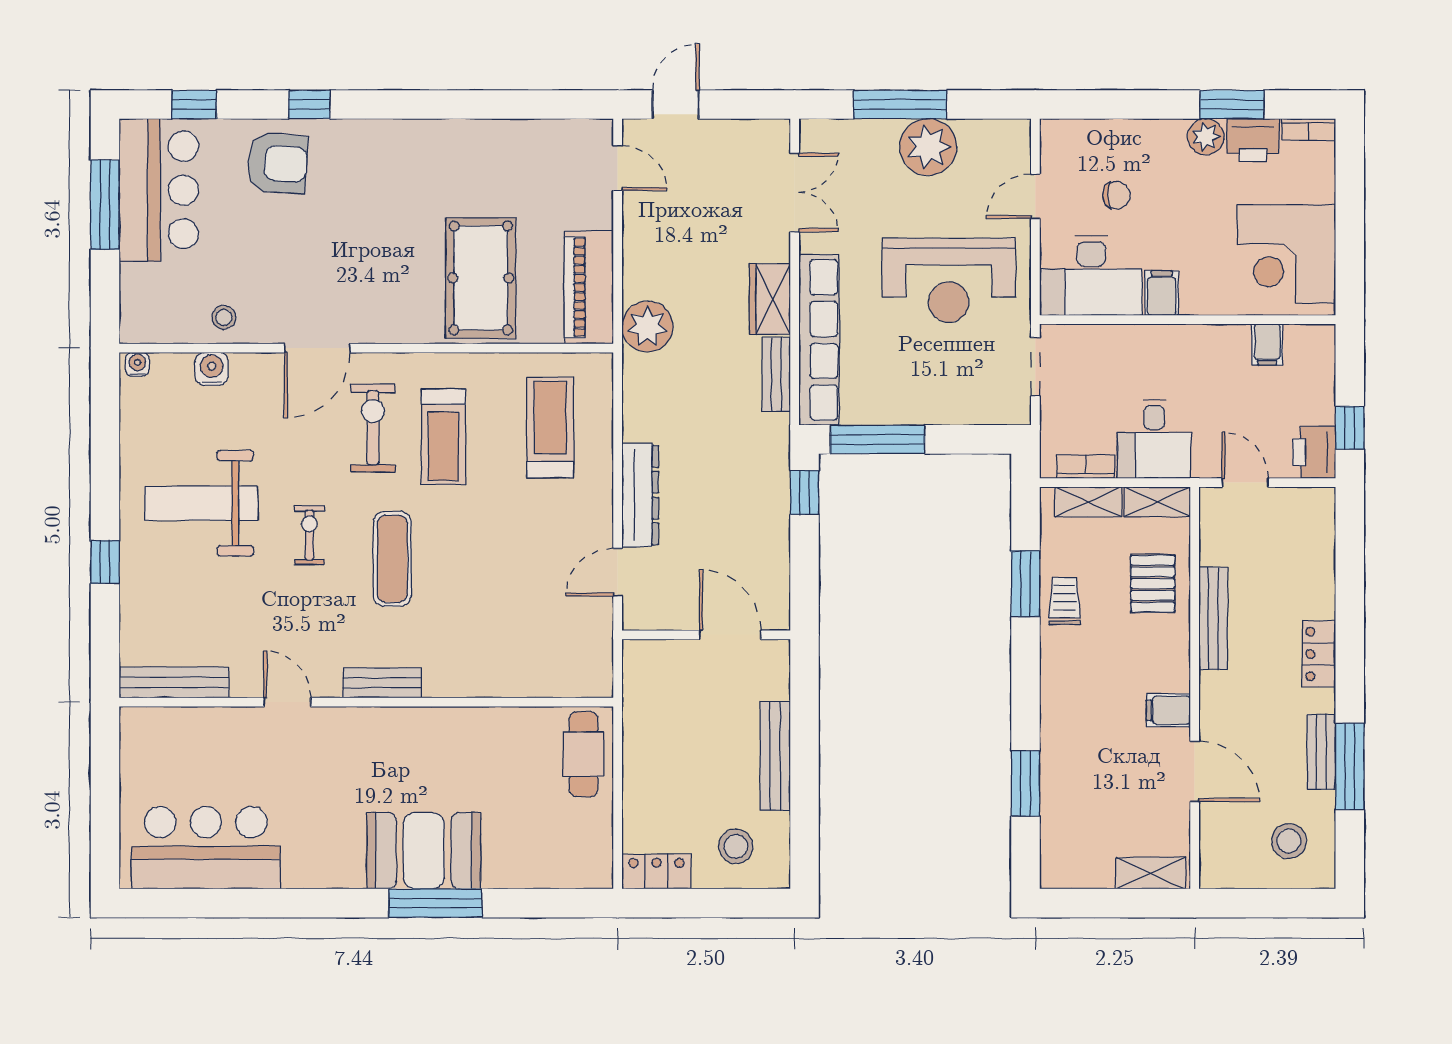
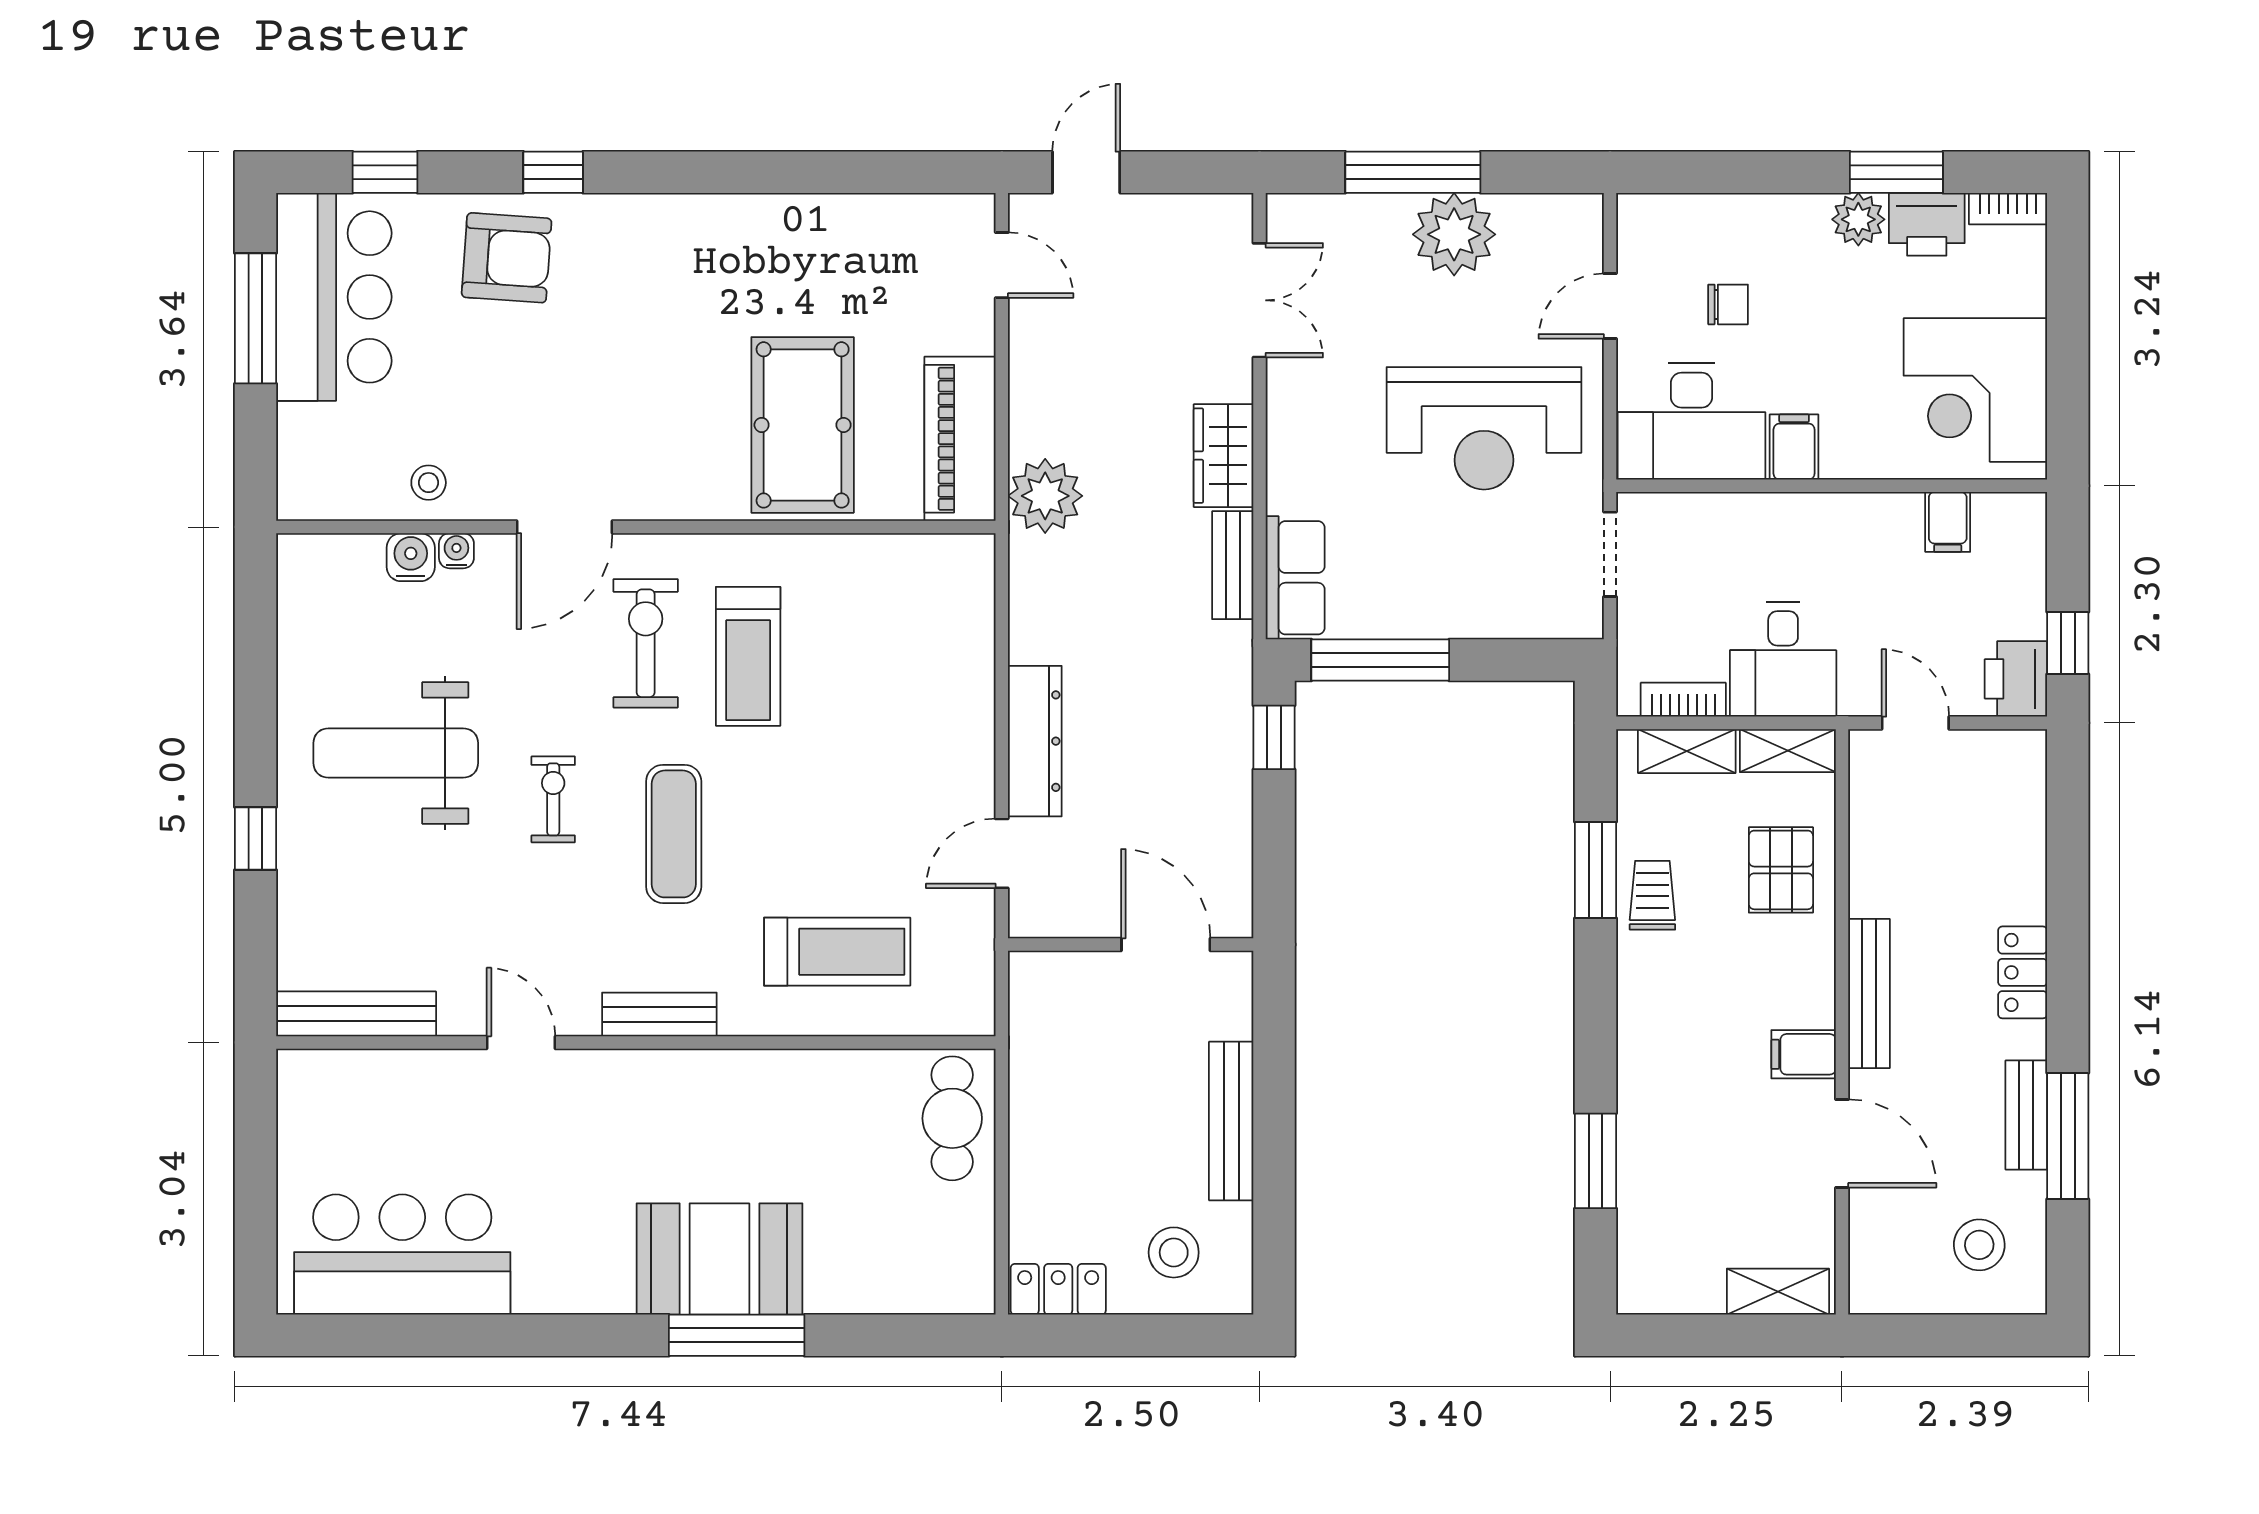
row of seats: (819, 340) -> (1295, 578), width x0.50
water cooler: (137, 364) -> (456, 551), moved
treadmill: (550, 428) -> (837, 952), moved, turned 90
bench: (1213, 618) -> (1869, 993), moved

